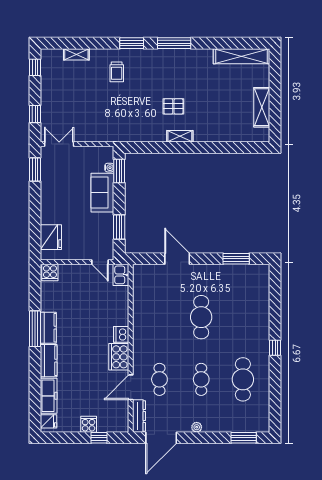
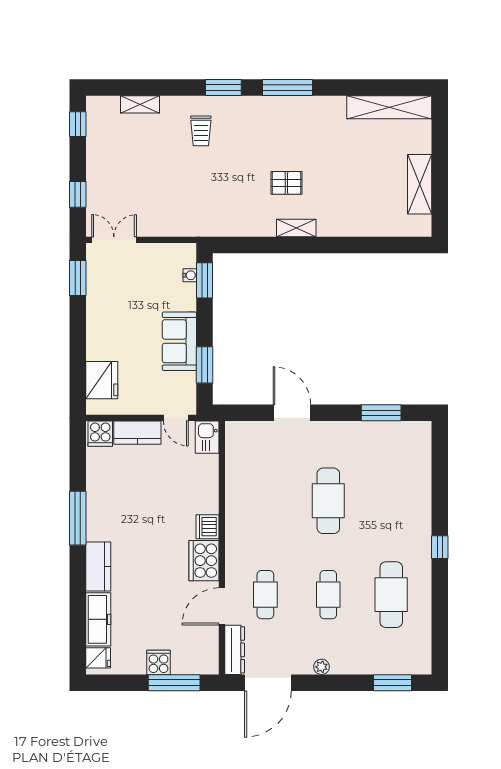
sofa: (102, 193) -> (179, 341), moved
kitchen counter: (48, 328) -> (137, 433), moved, turned 90
window: (99, 438) -> (174, 683), width x2.17

